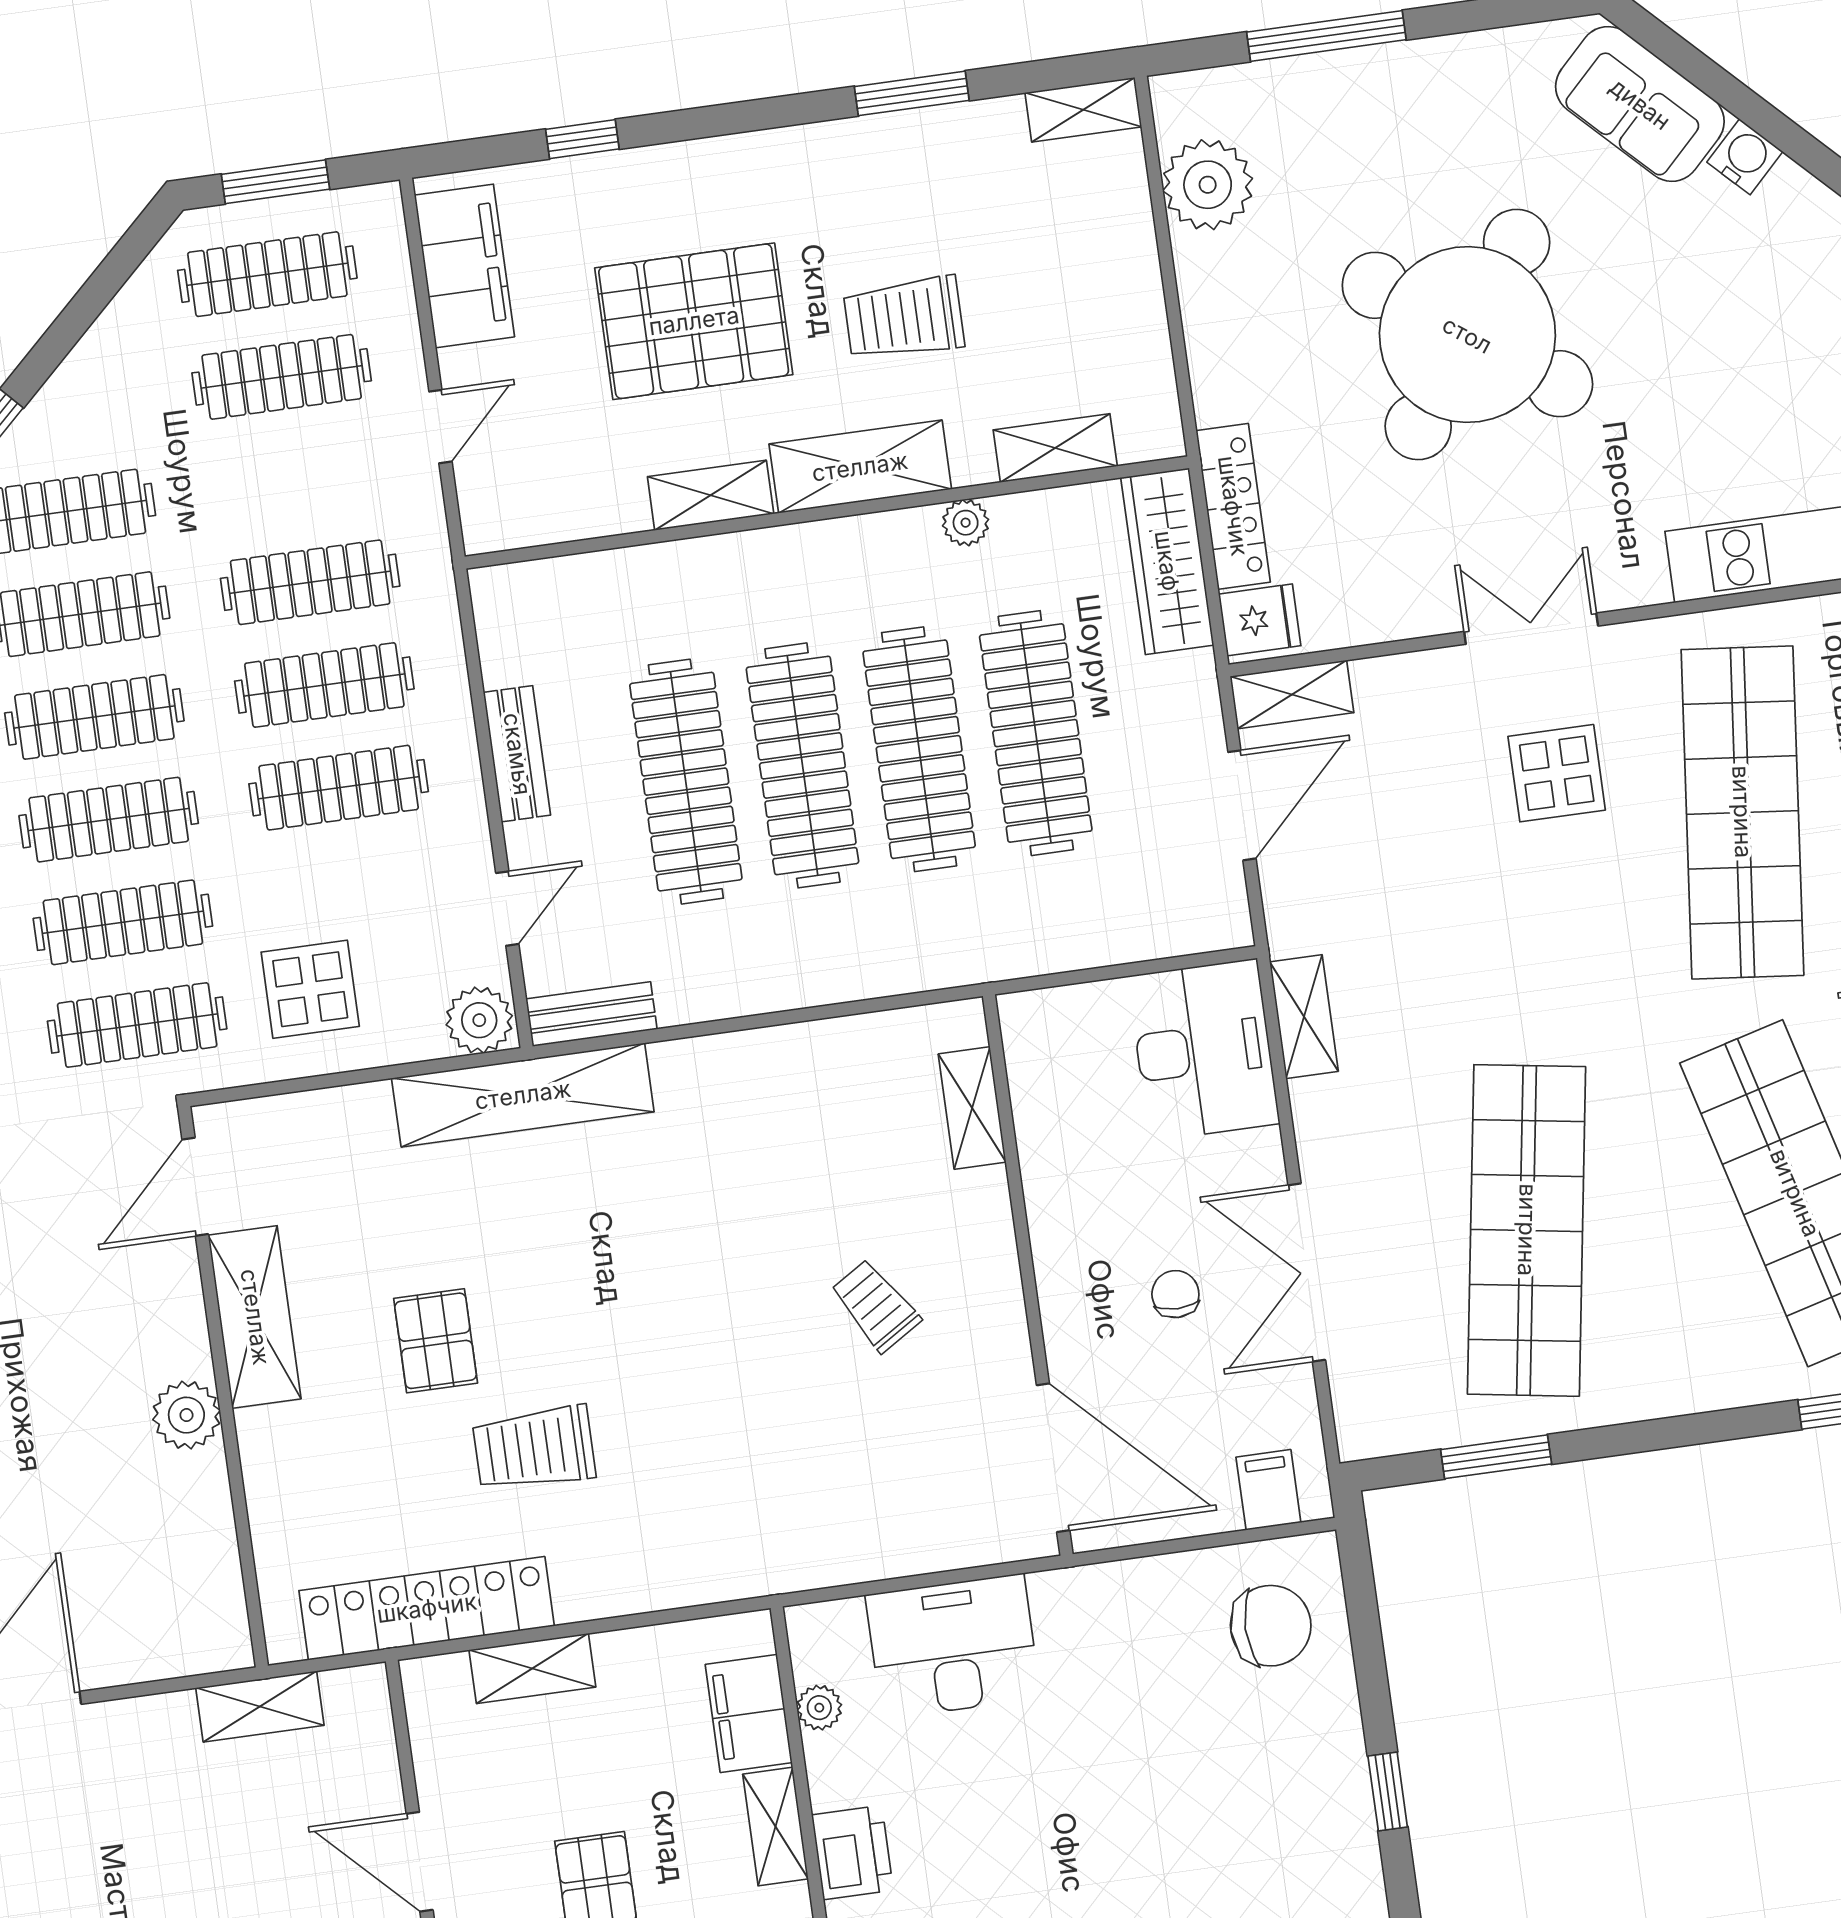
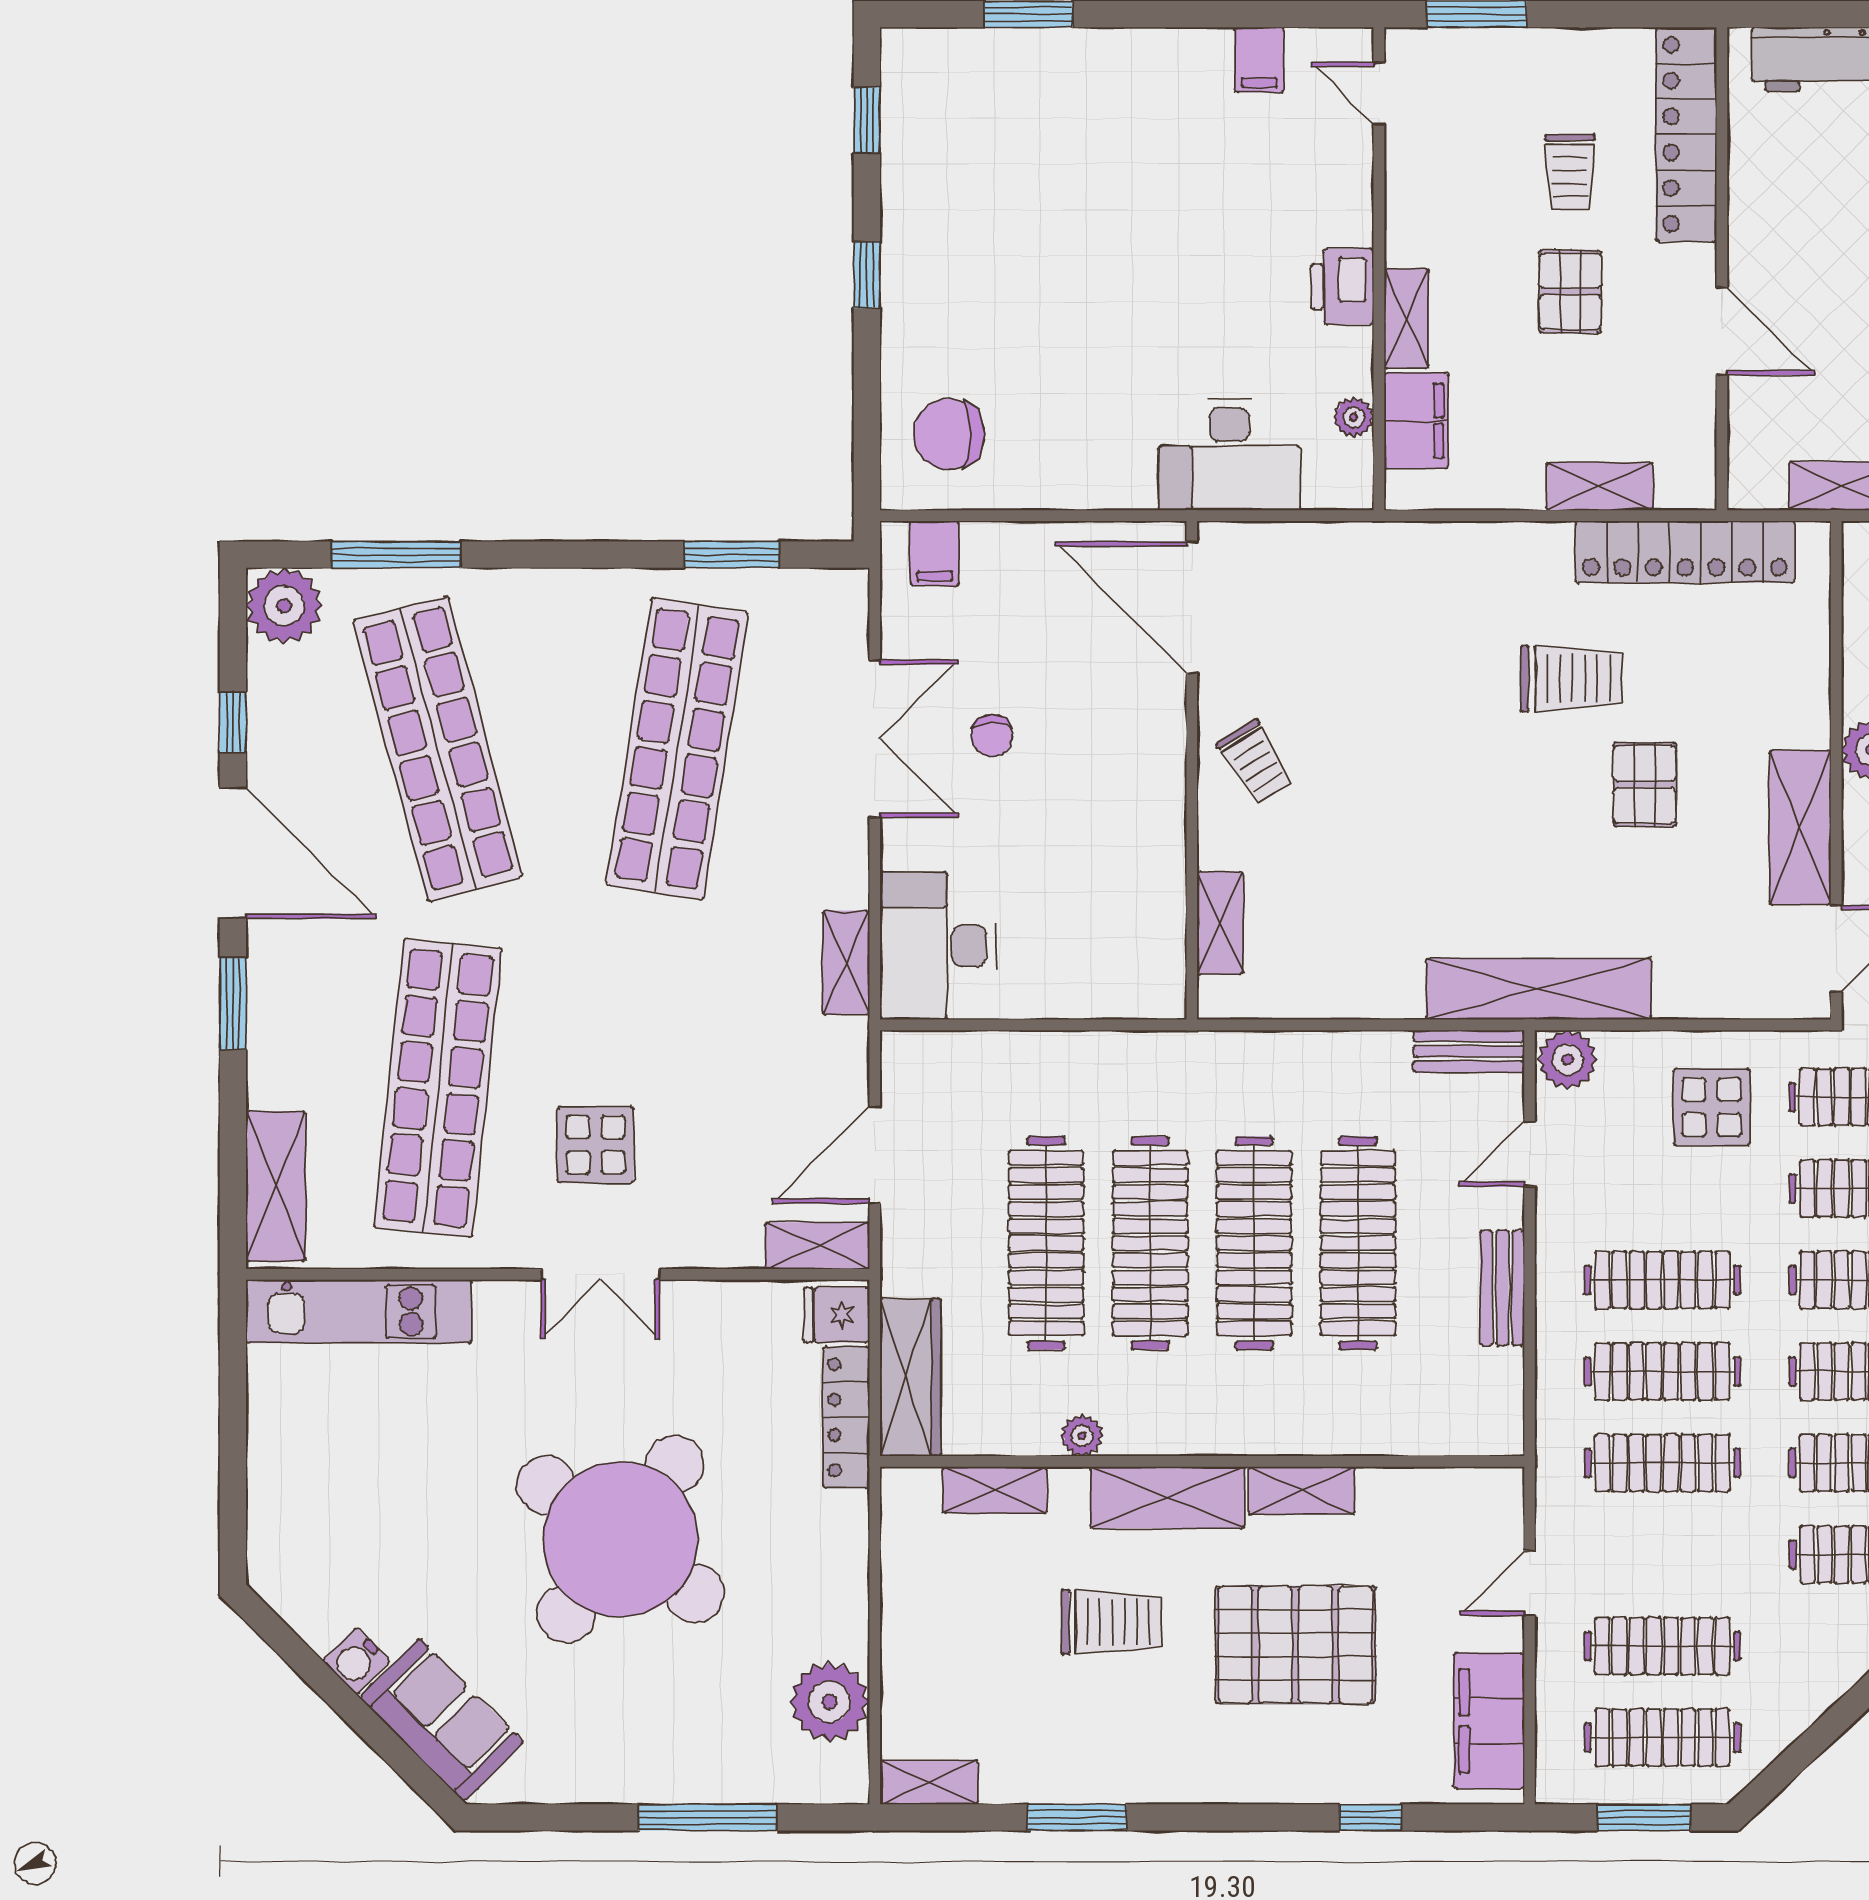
shelving: (972, 1108) -> (1220, 923), moved
wall: (1028, 1275) -> (1192, 770), moved
door: (1053, 1458) -> (1192, 607), moved

